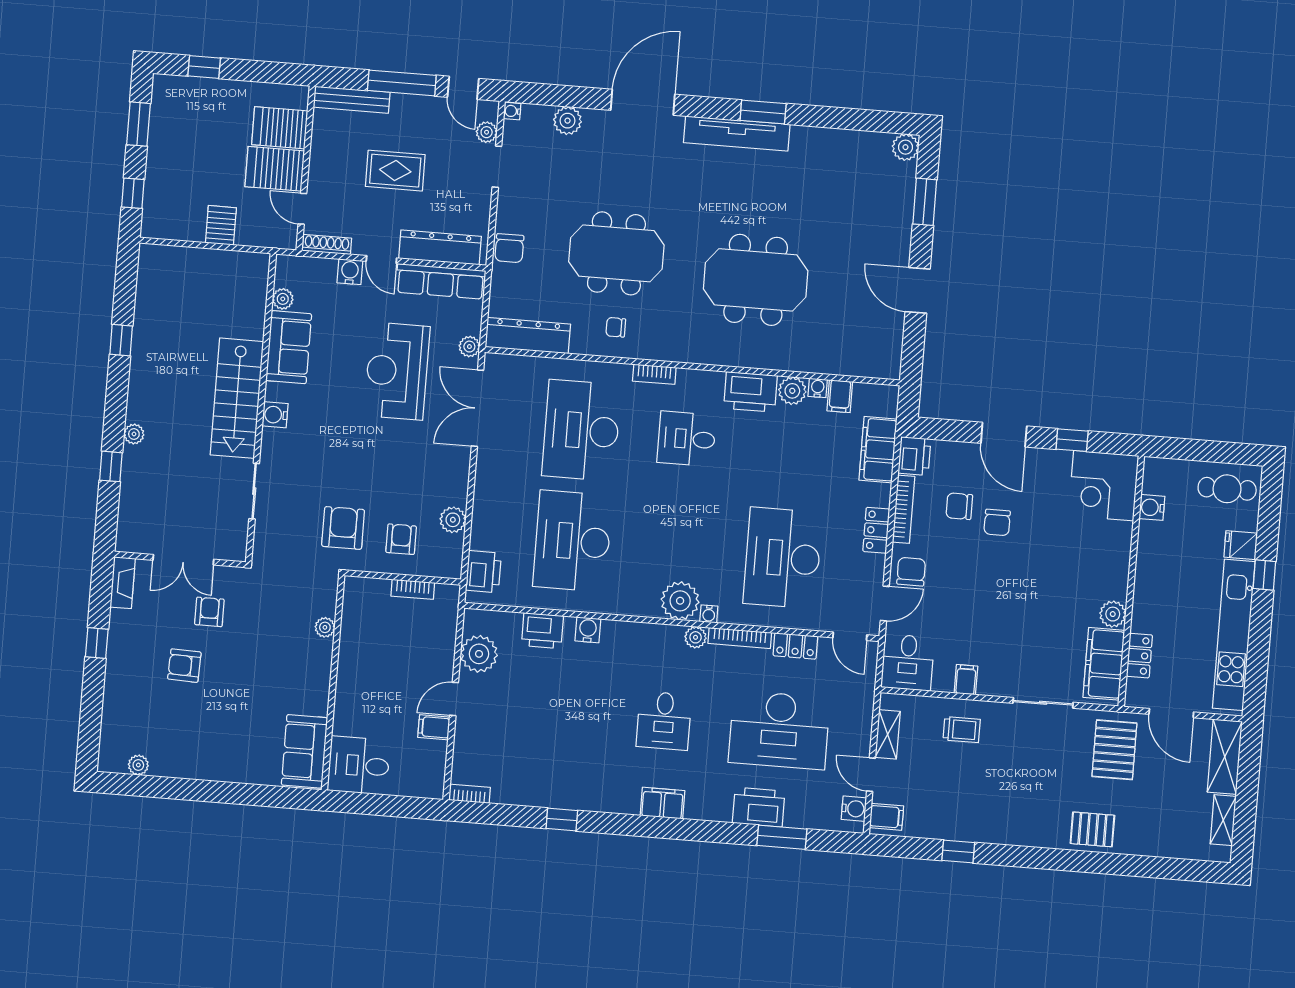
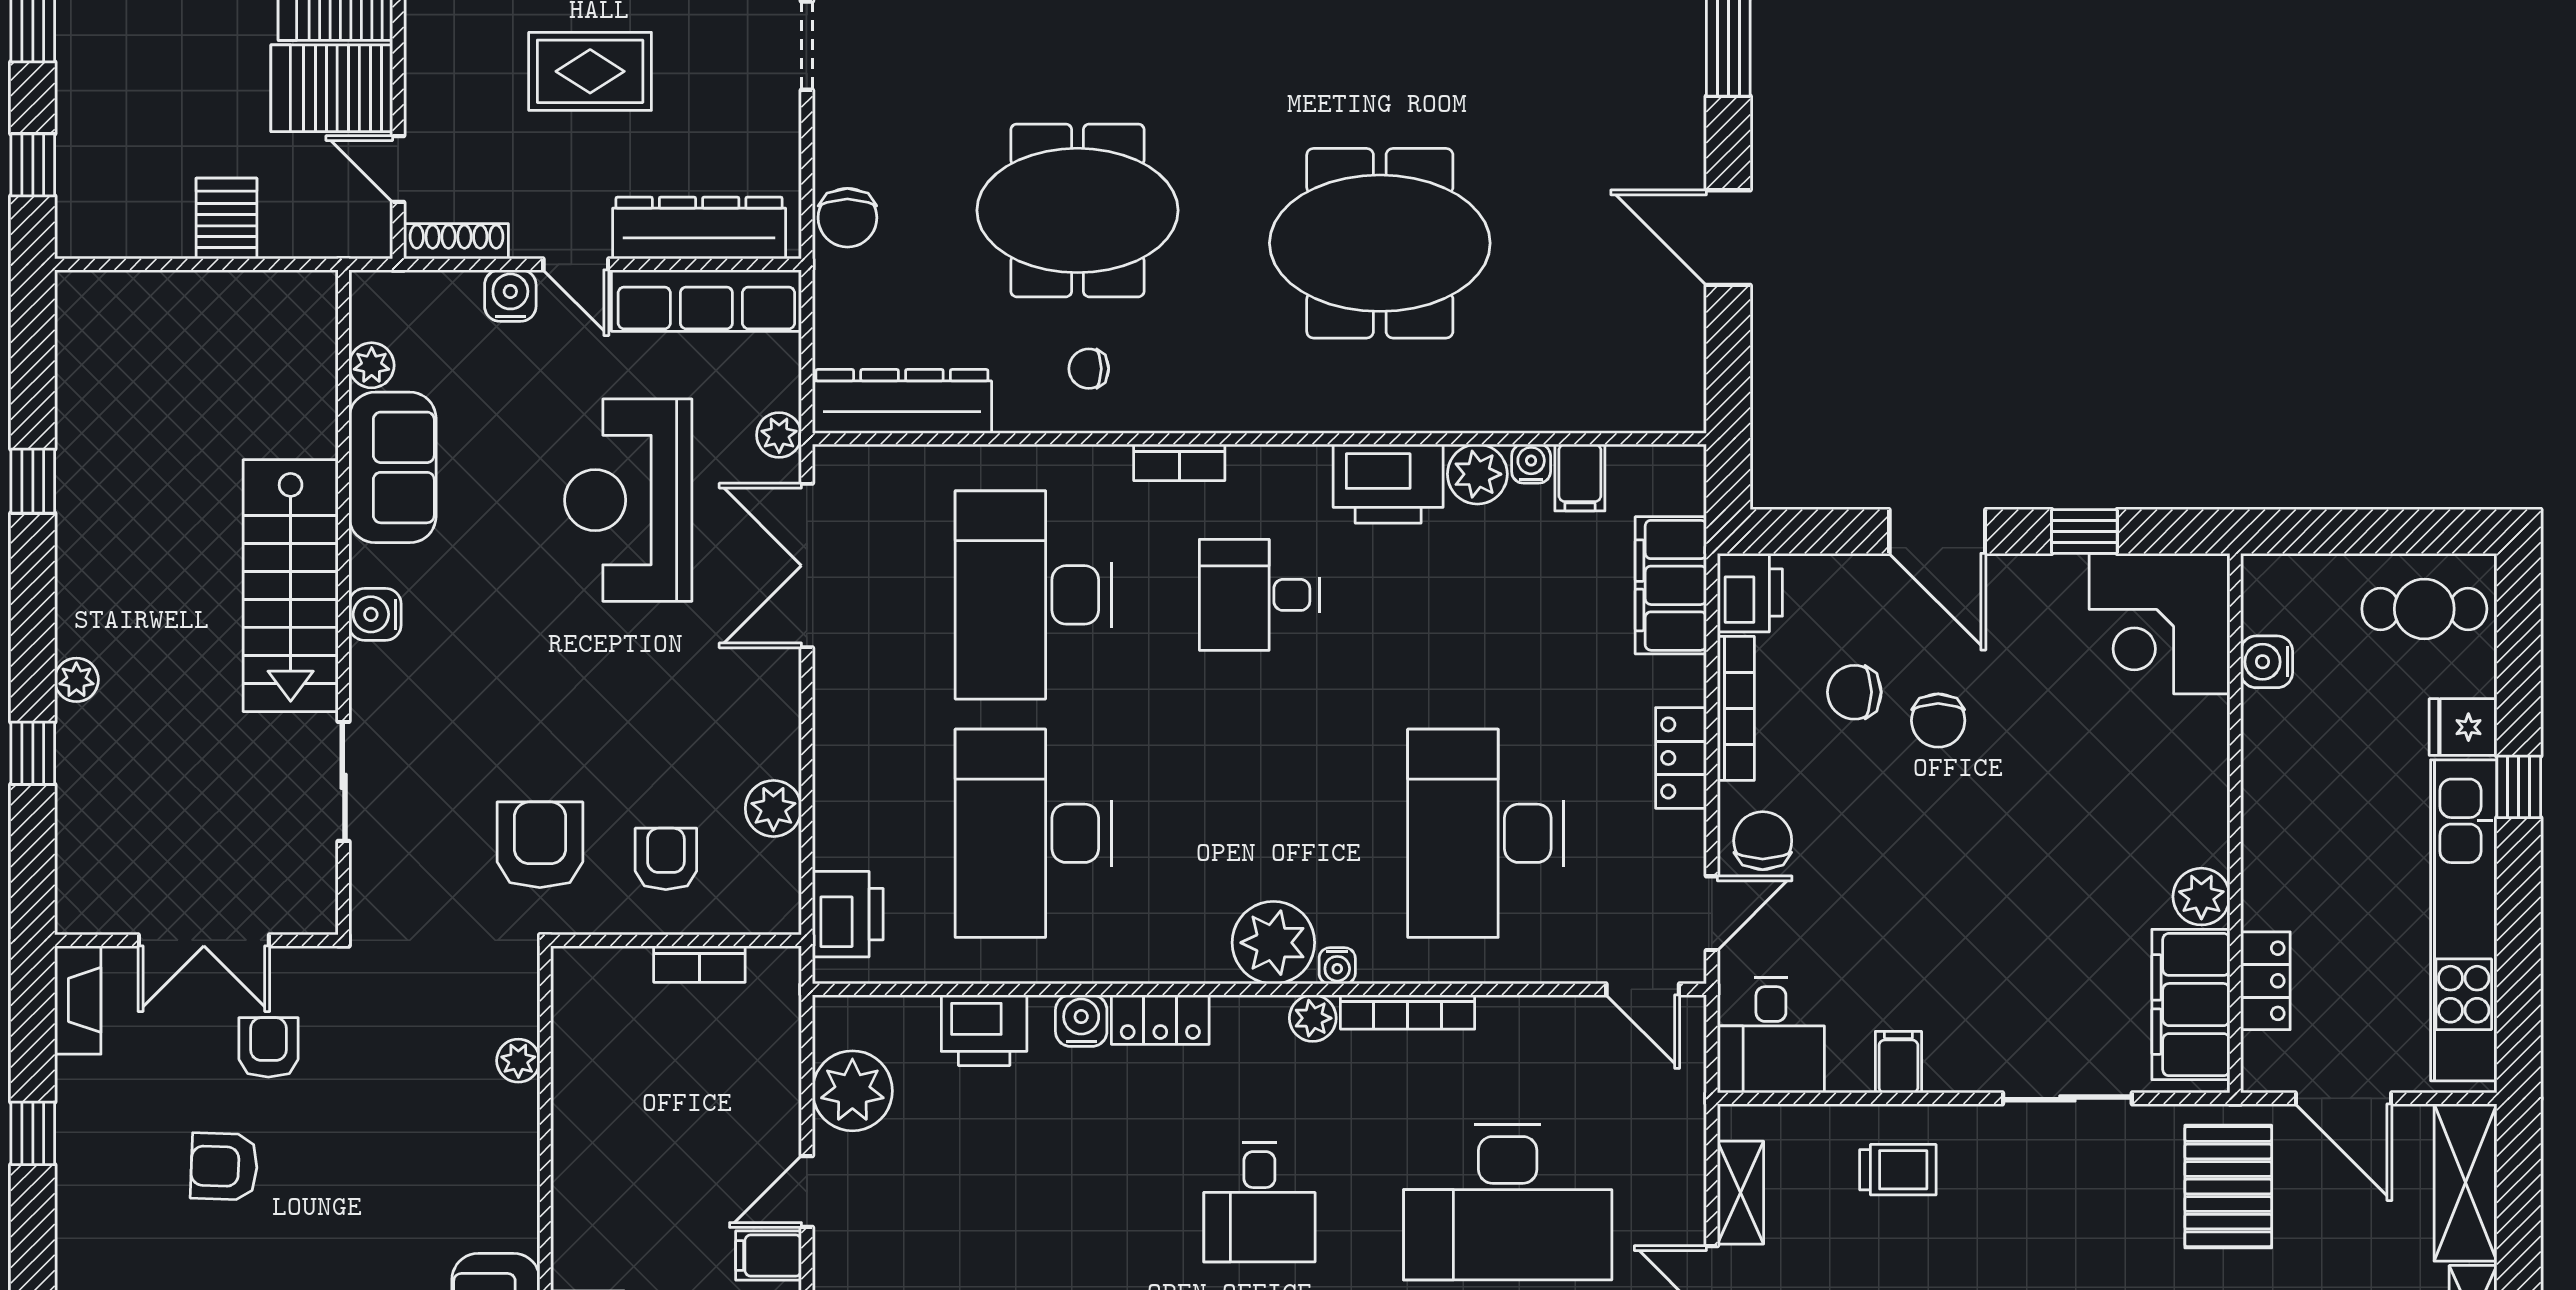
locker: (795, 646) -> (1160, 1020), moved

